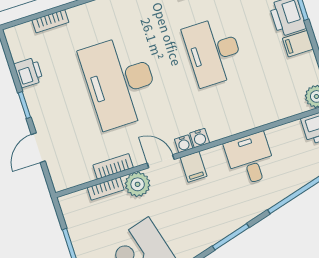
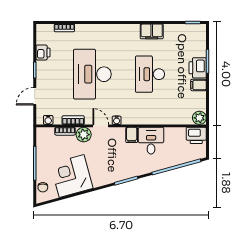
water cooler: (200, 138) -> (48, 120), moved
filing cabinet: (194, 167) -> (132, 135), moved

